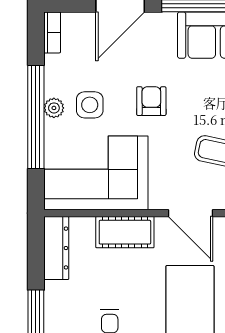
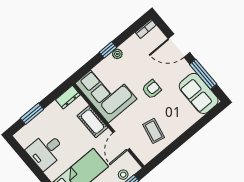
side table: (90, 105) -> (130, 67), removed
window: (36, 117) -> (108, 50), width x0.32
dresser: (56, 248) -> (68, 97), width x0.70

